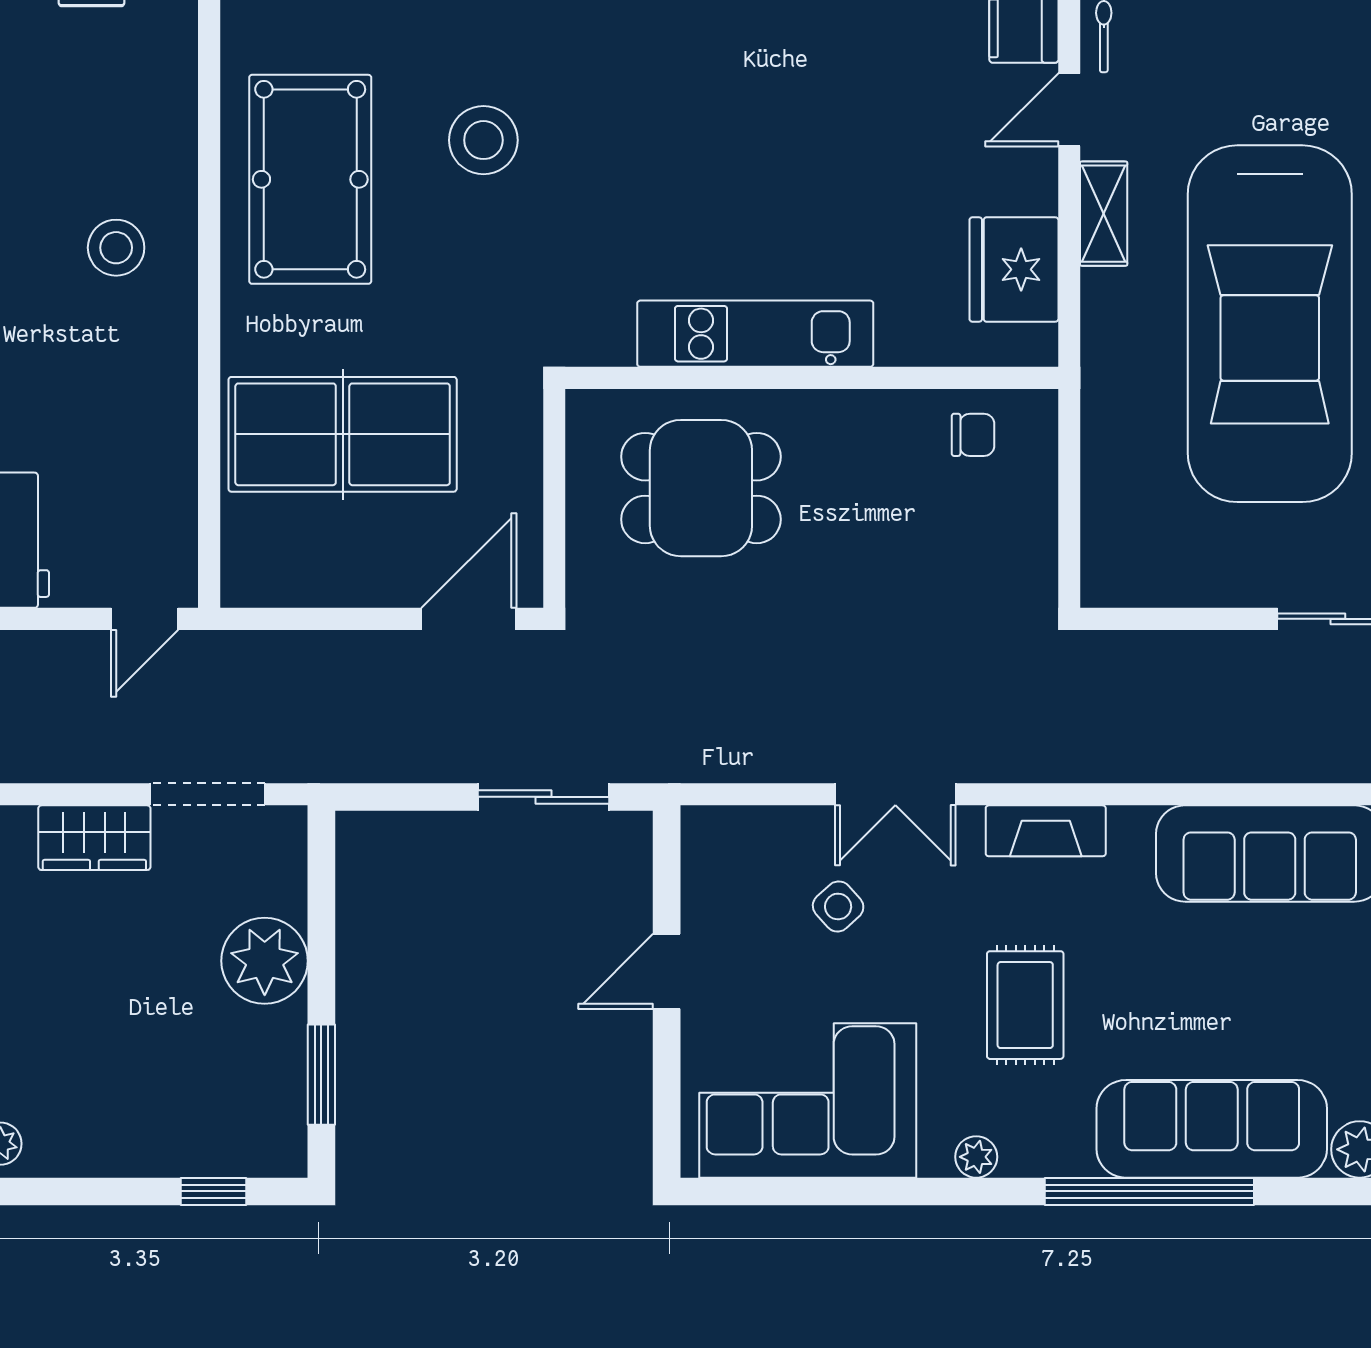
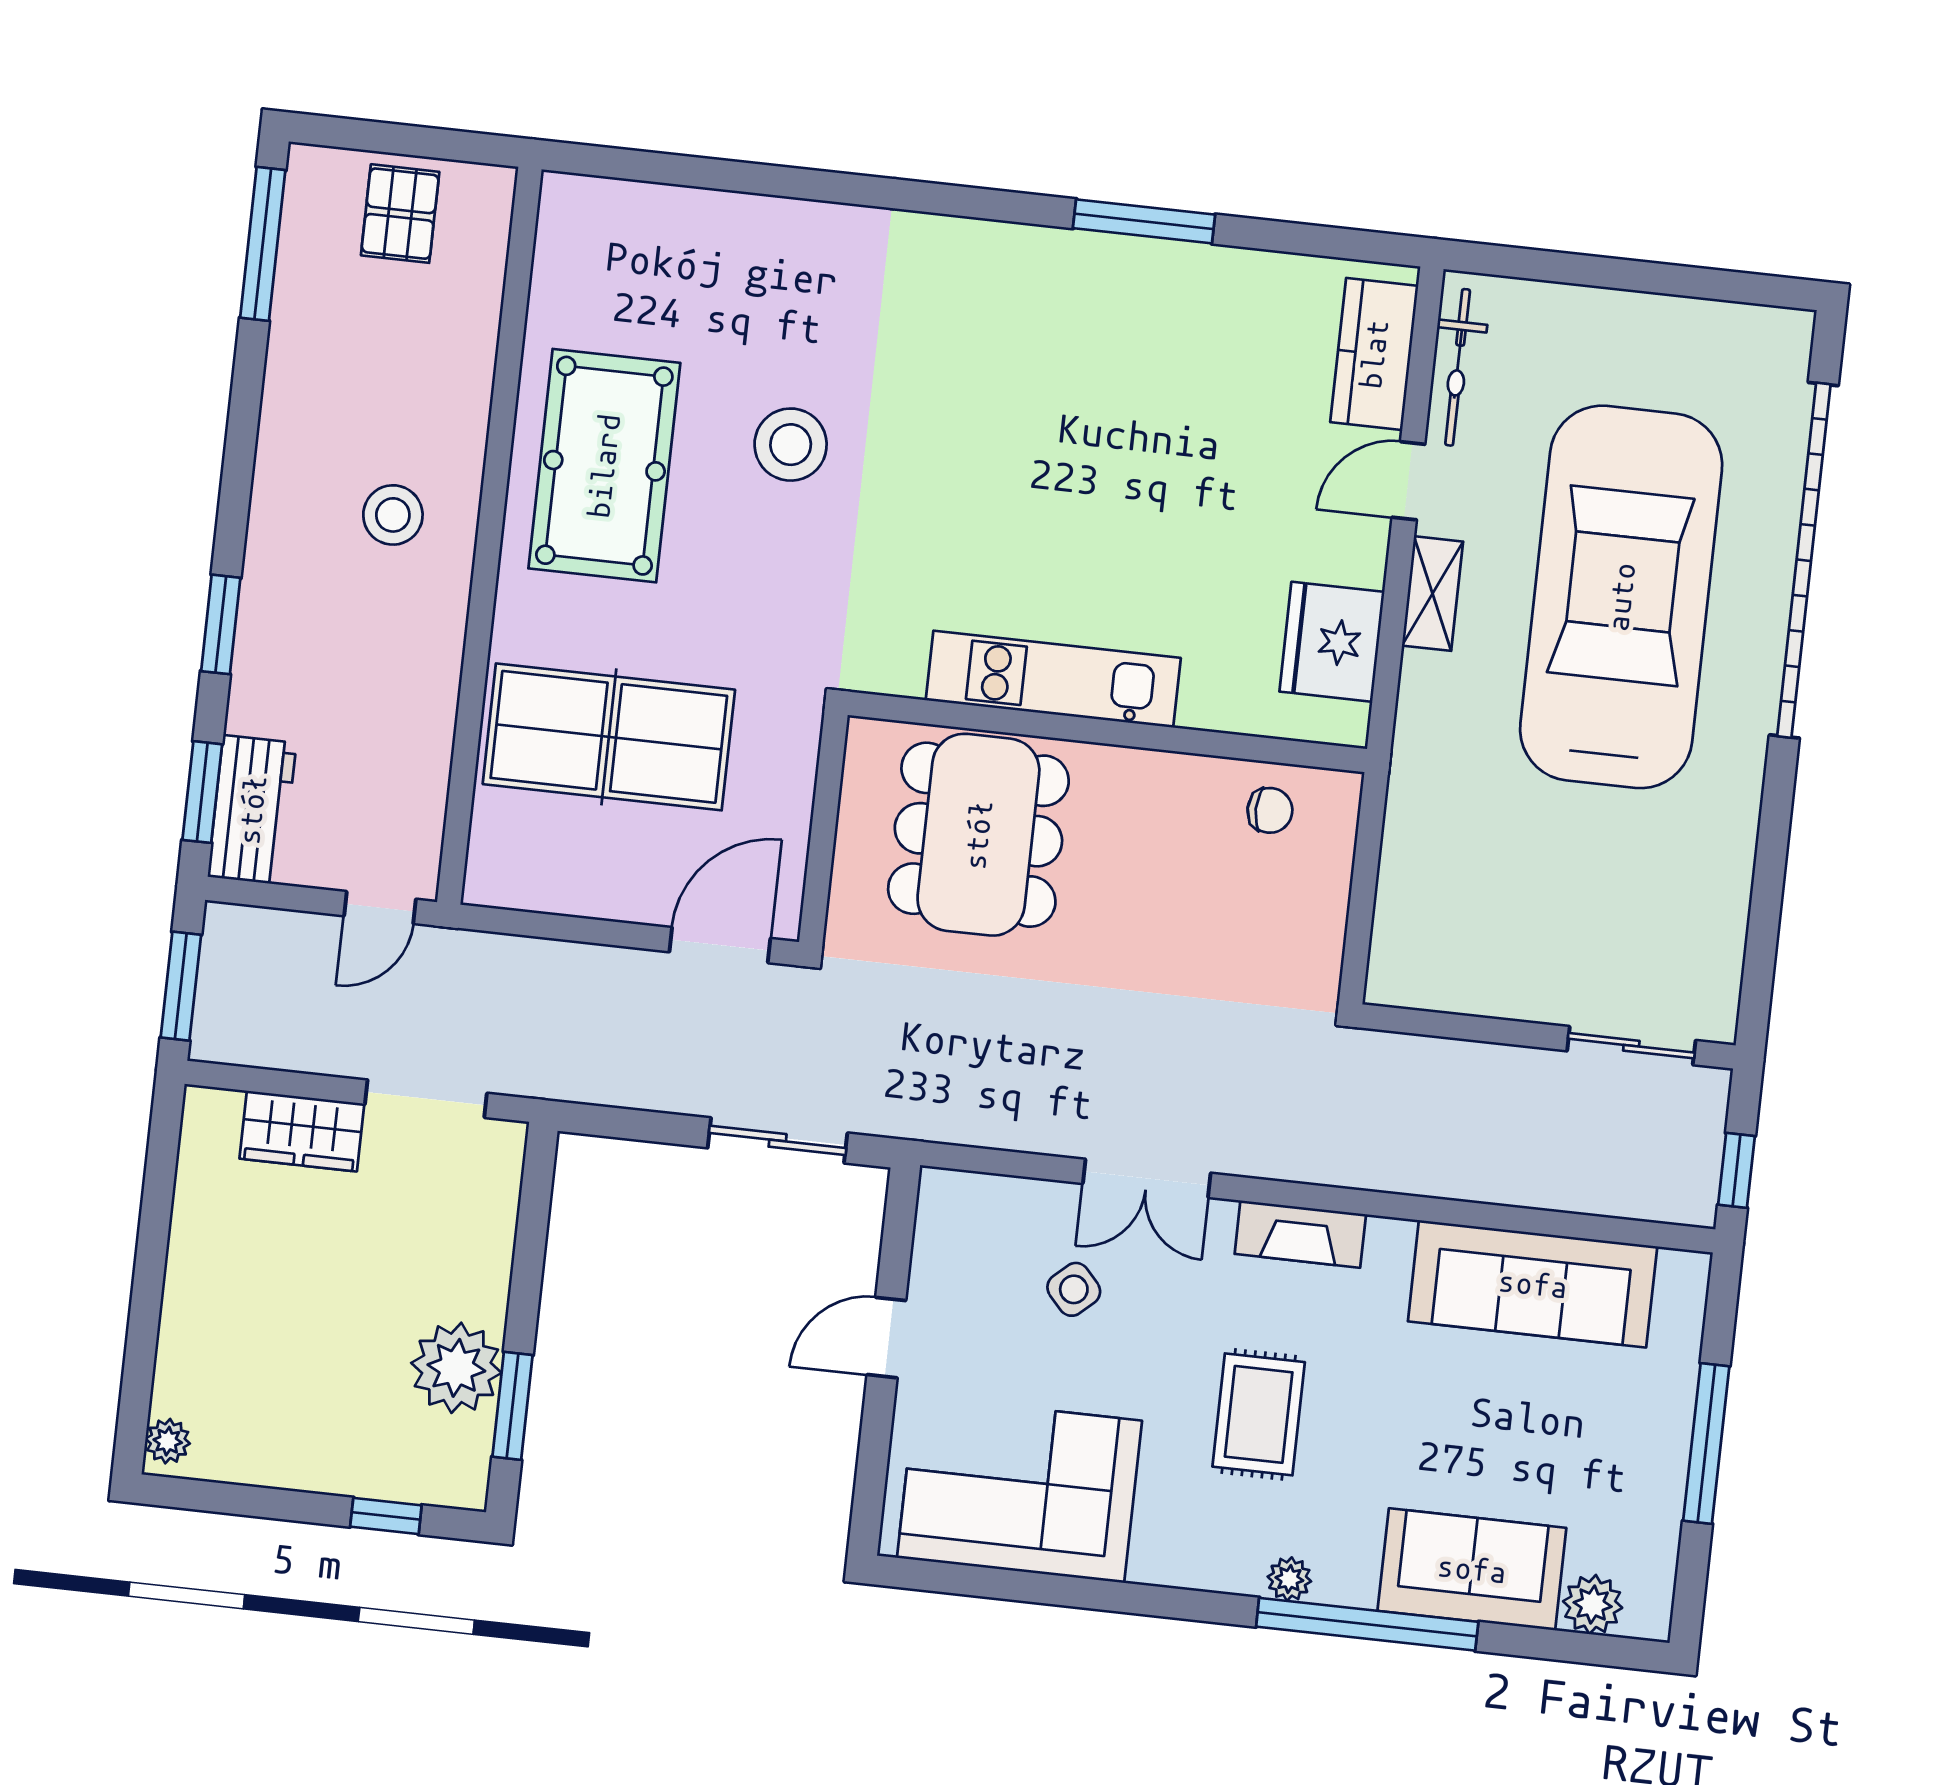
car: (1270, 324) -> (1621, 597), moved, turned 180
dining table: (701, 488) -> (978, 835), width x1.37
plant: (265, 961) -> (456, 1368), moved
sofa: (1212, 1129) -> (1472, 1569), width x0.73
plant: (976, 1157) -> (1289, 1579), moved

